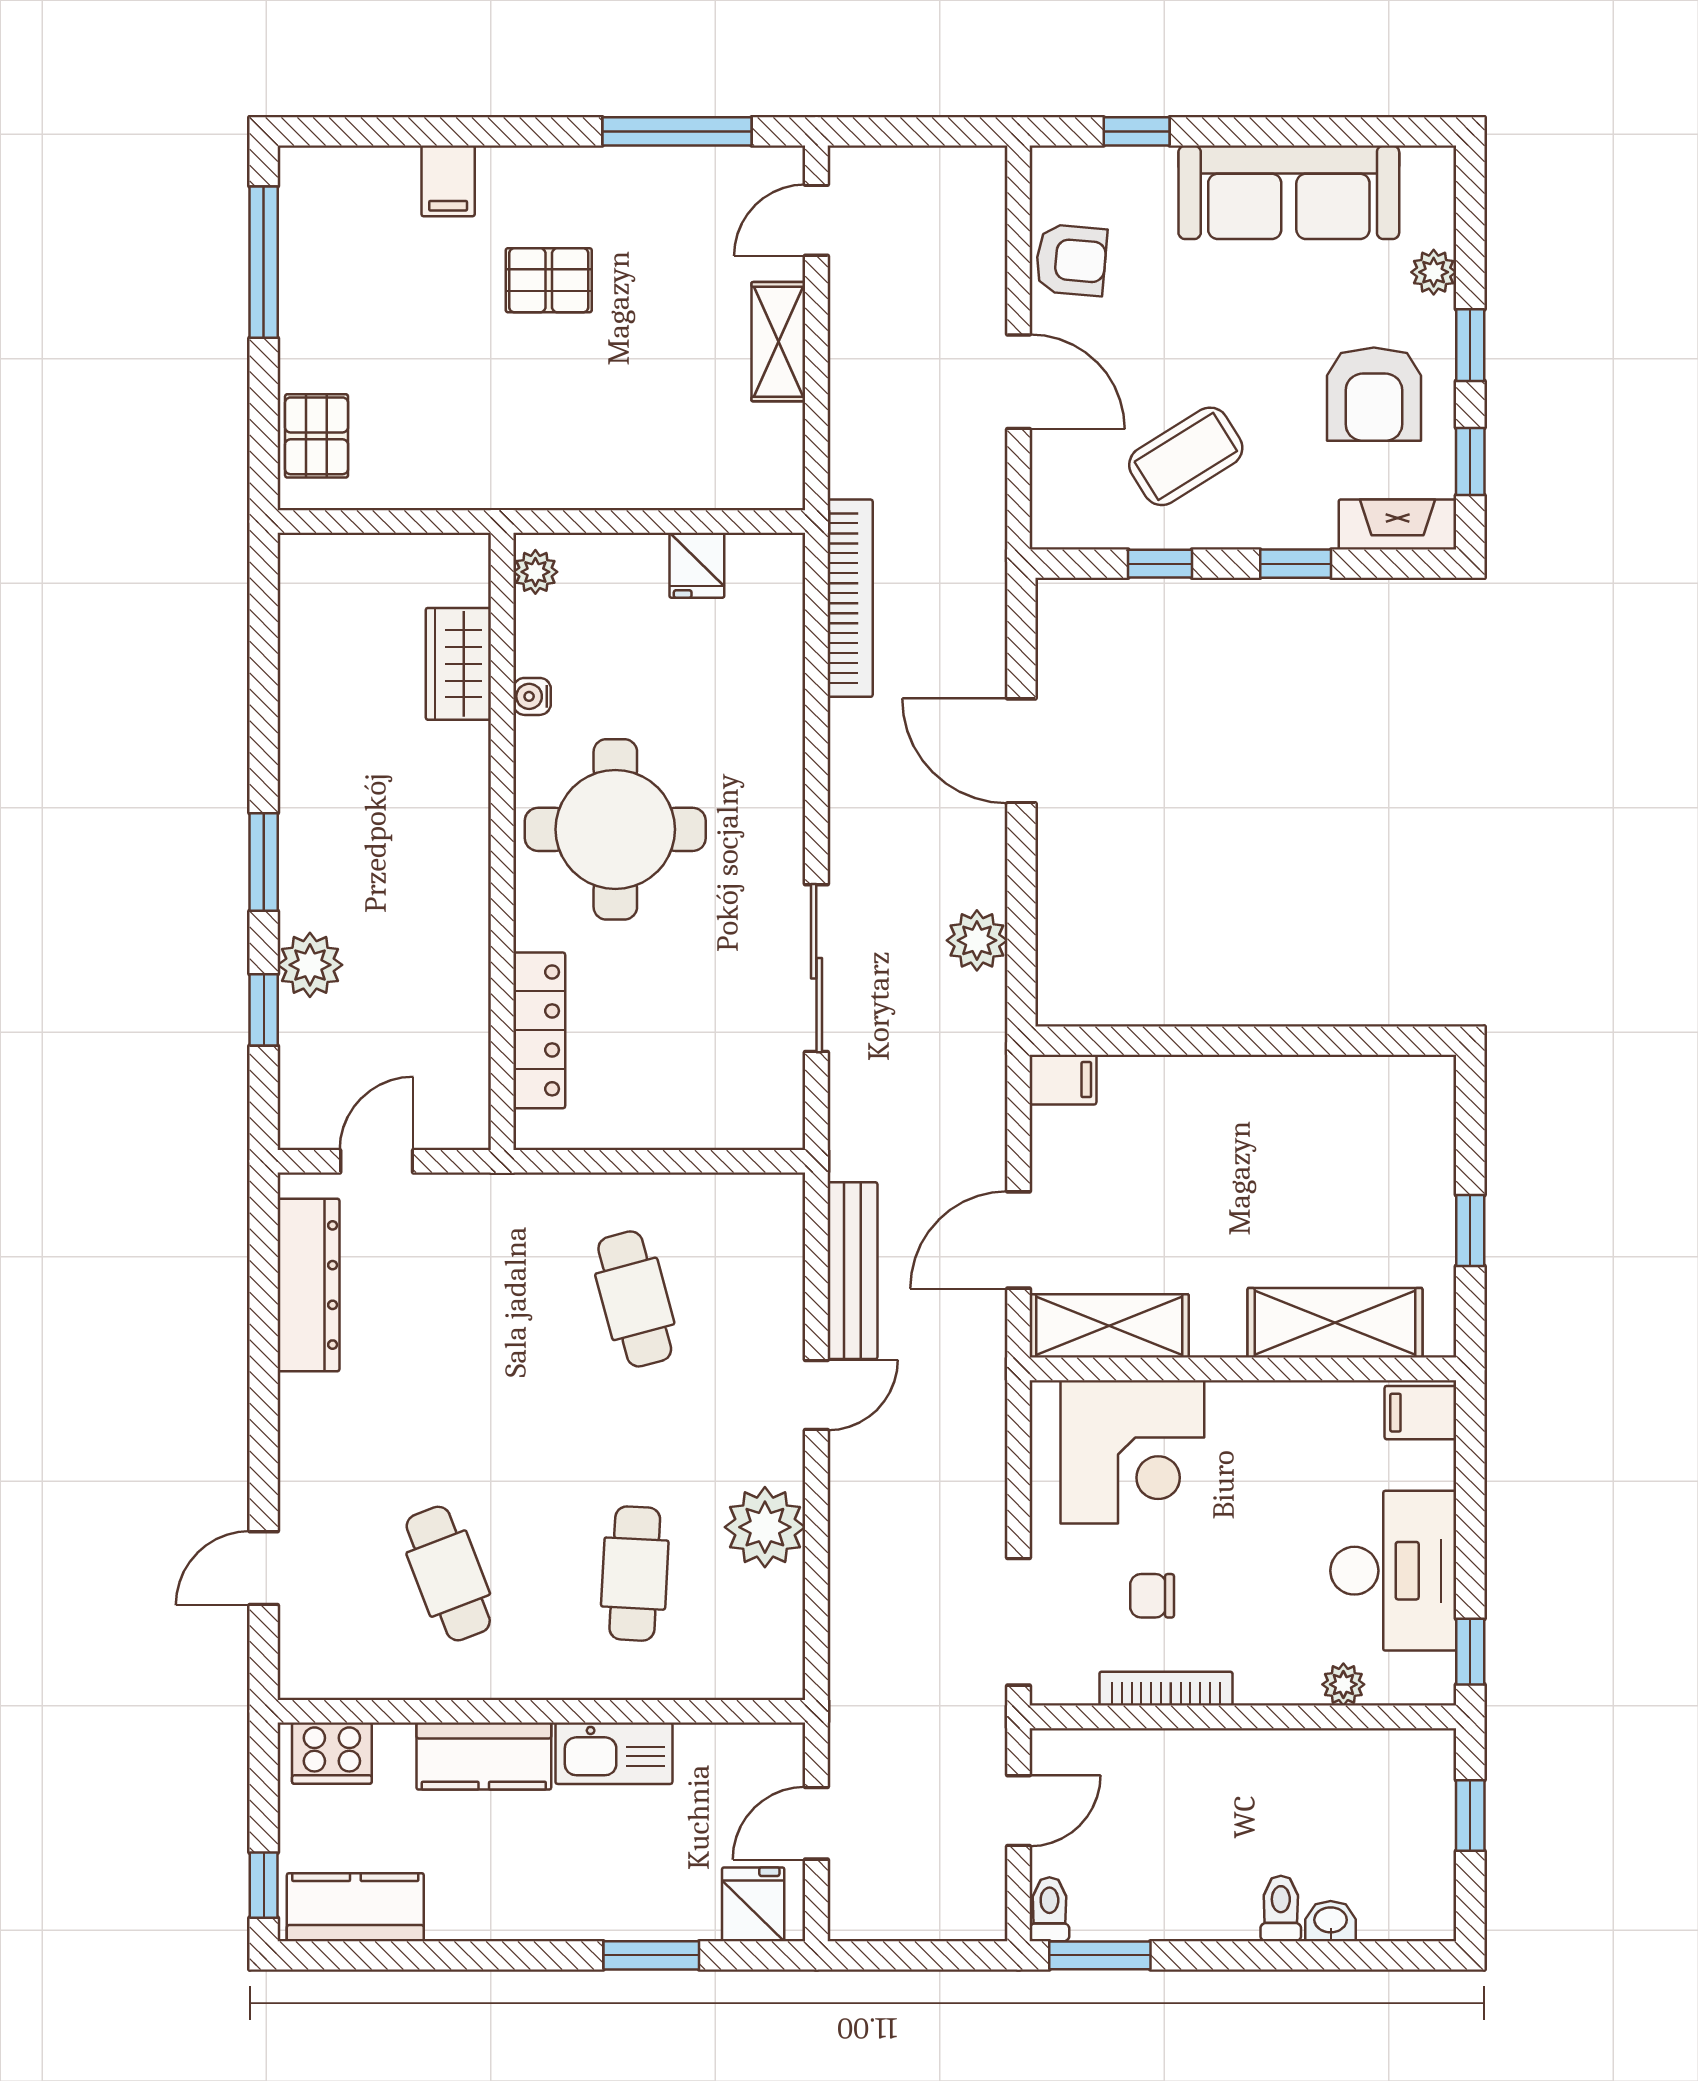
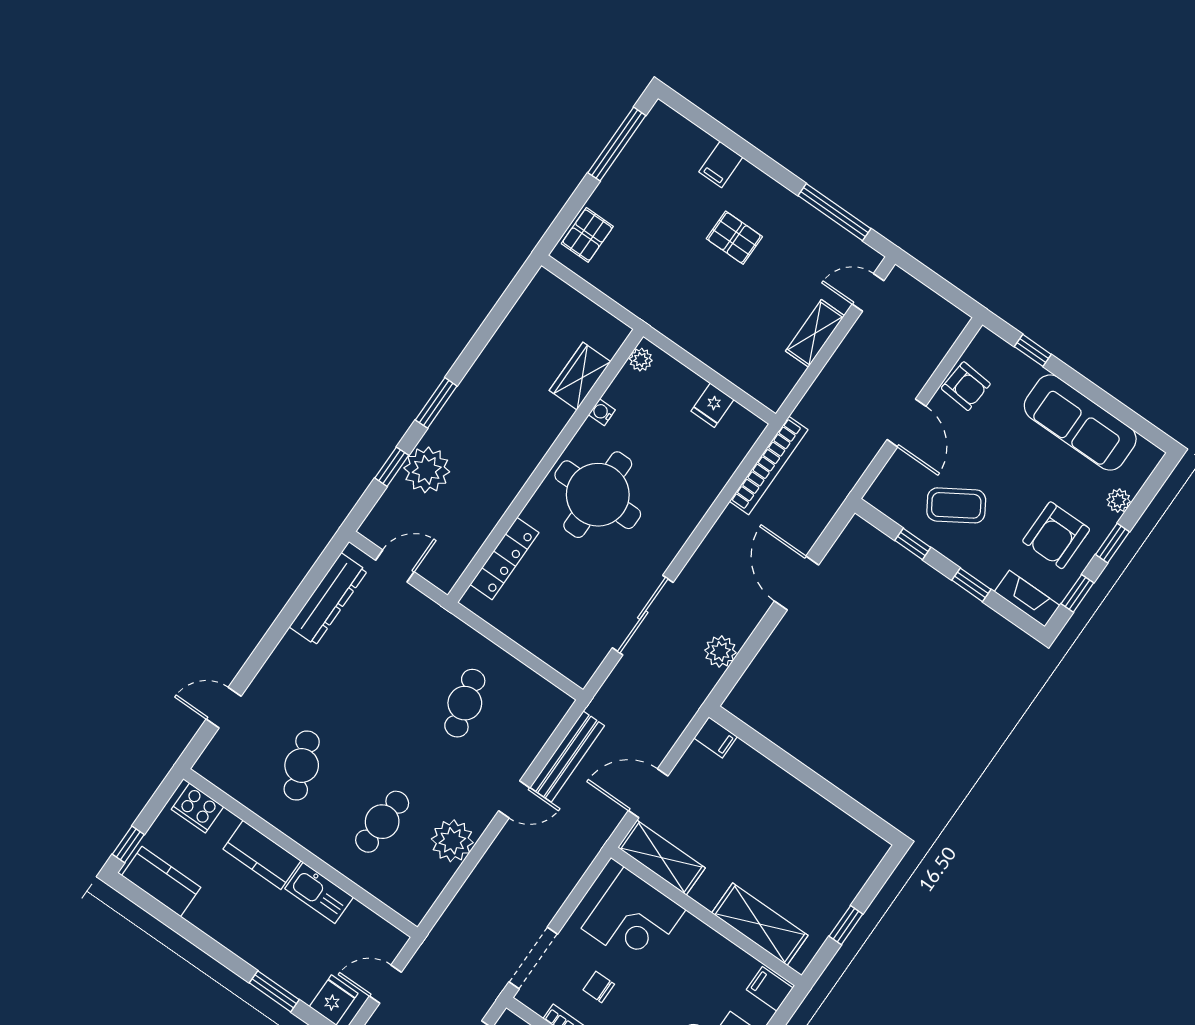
plant: (310, 965) -> (427, 470), width x1.36, depth x1.36

